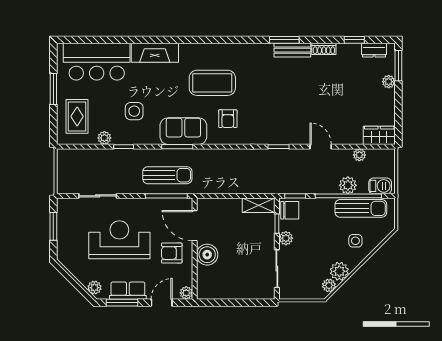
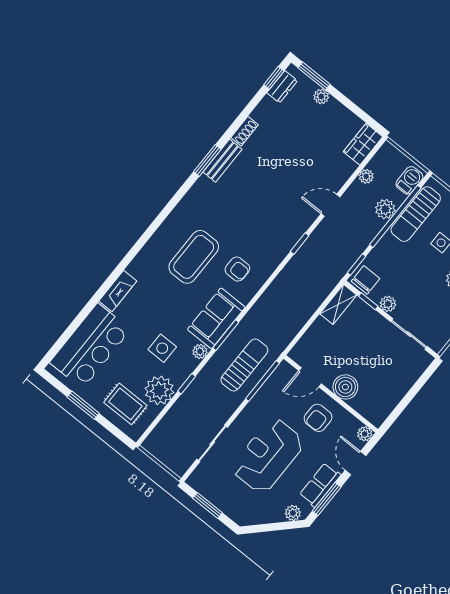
window: (354, 40) -> (274, 78), moved
fireplace: (155, 53) -> (118, 291), width x0.73, depth x0.76
plant: (104, 138) -> (159, 390), width x1.88, depth x1.88
plant: (152, 138) -> (200, 351), added
sun lounger: (361, 208) -> (416, 214), turned 180
door: (195, 226) -> (310, 377), width x0.73

